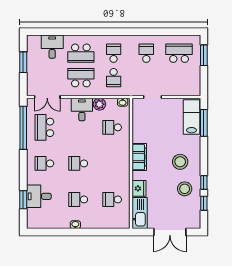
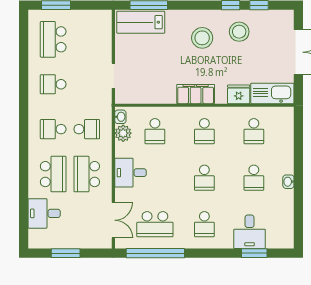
plant: (99, 104) -> (123, 133), moved
school desk: (112, 163) -> (204, 131), added

